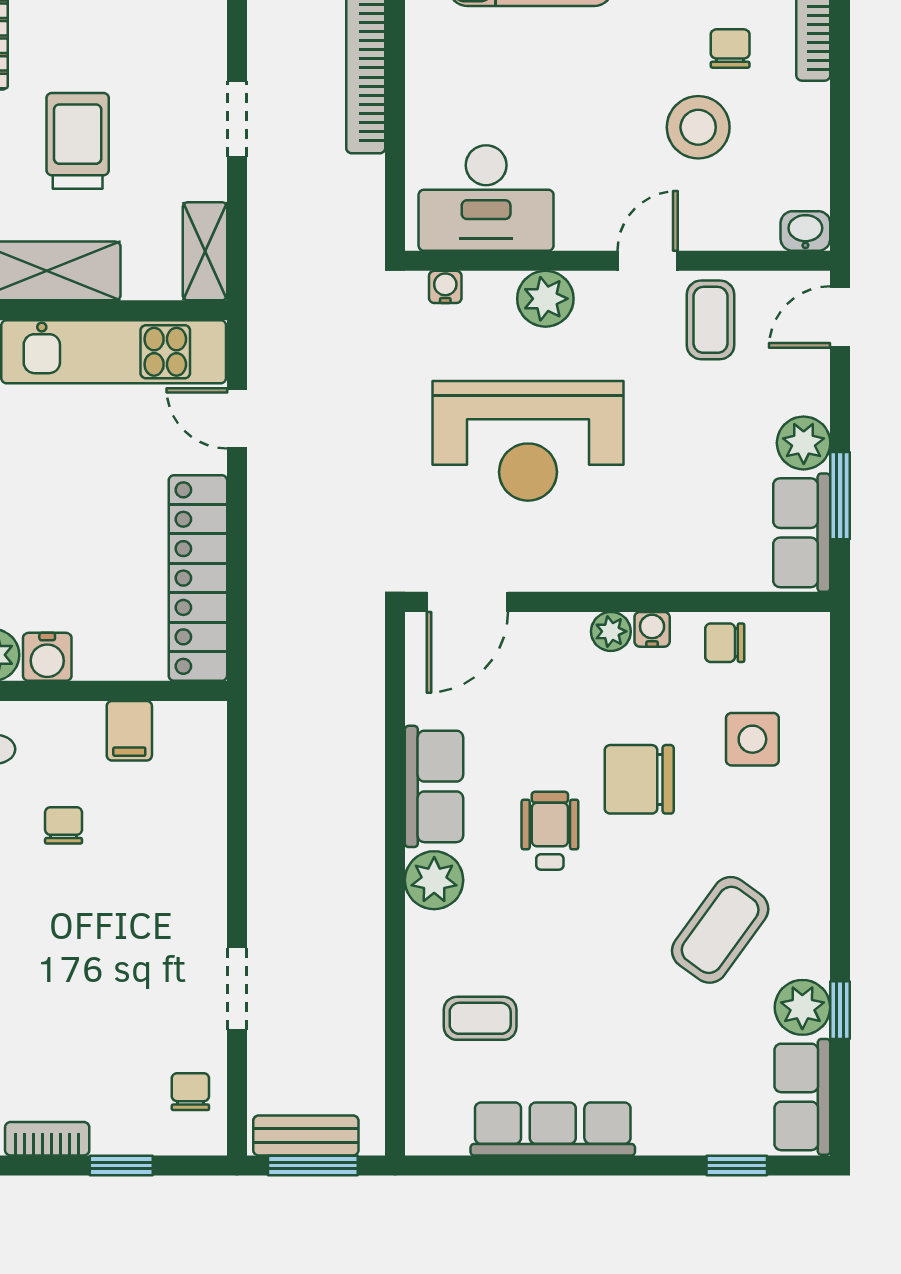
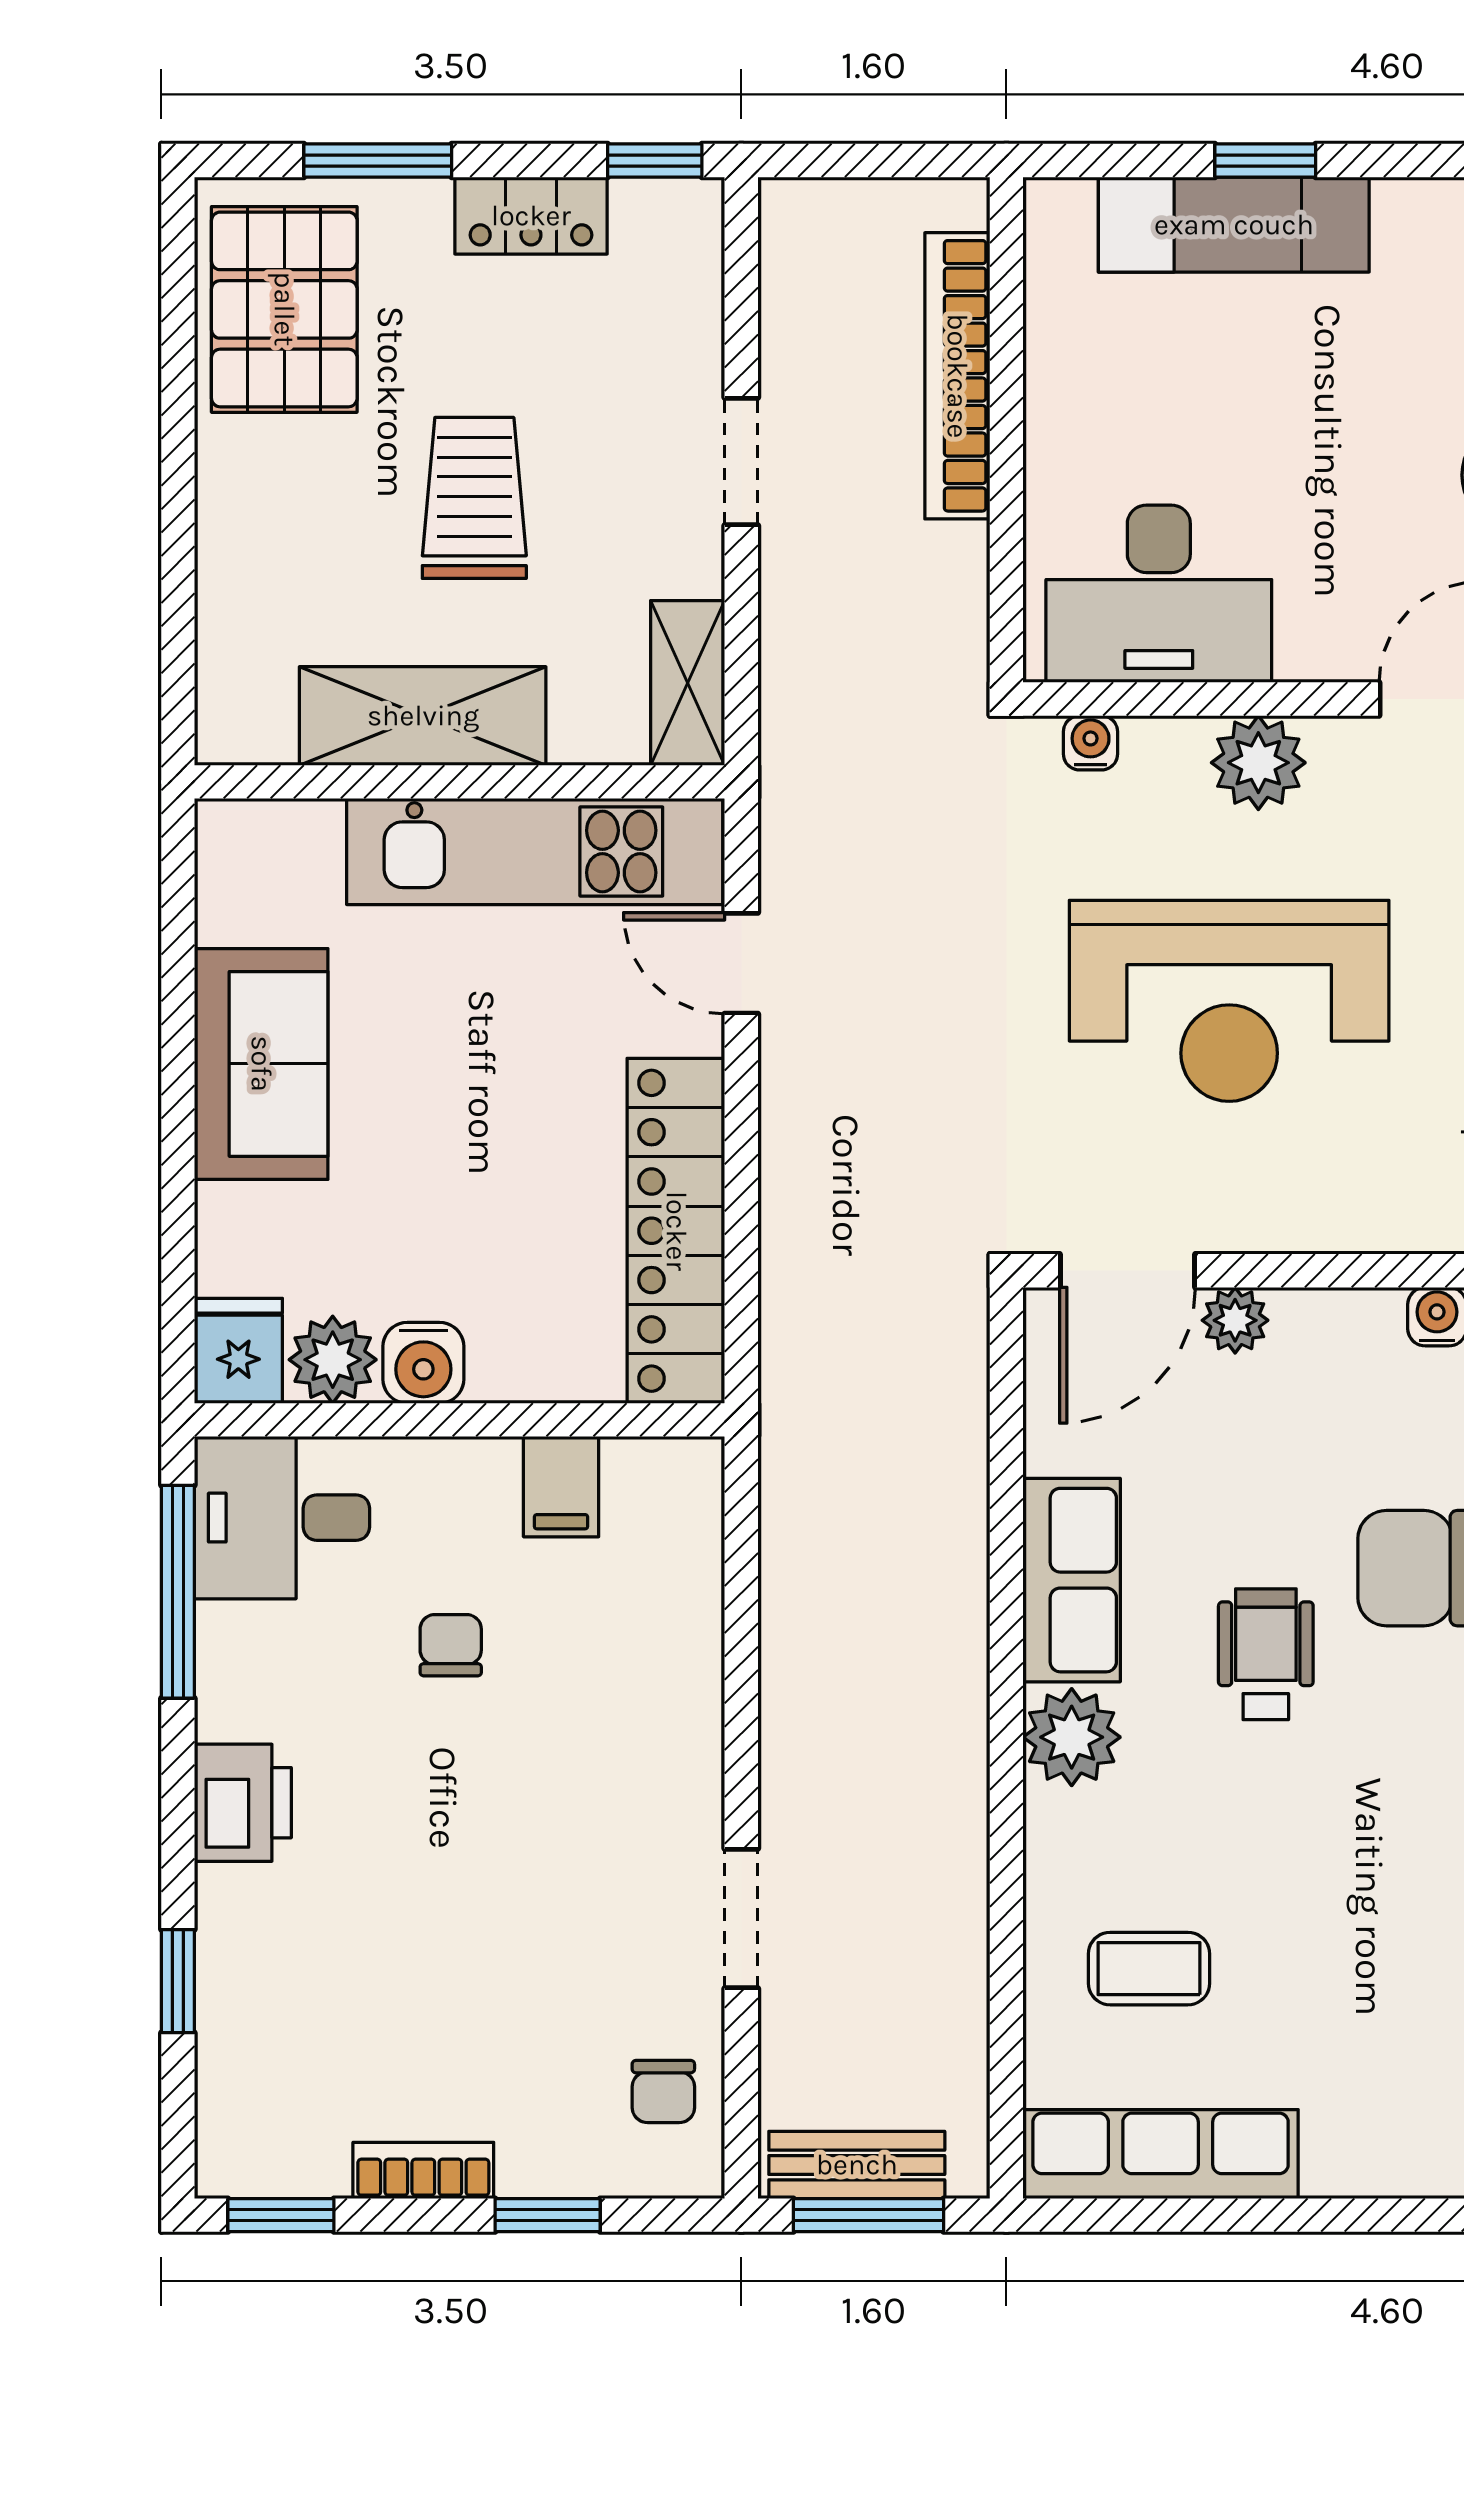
plant: (611, 631) -> (1235, 1320), moved
chair: (190, 1092) -> (663, 2092), turned 180
row of seats: (553, 1129) -> (1161, 2154), moved

